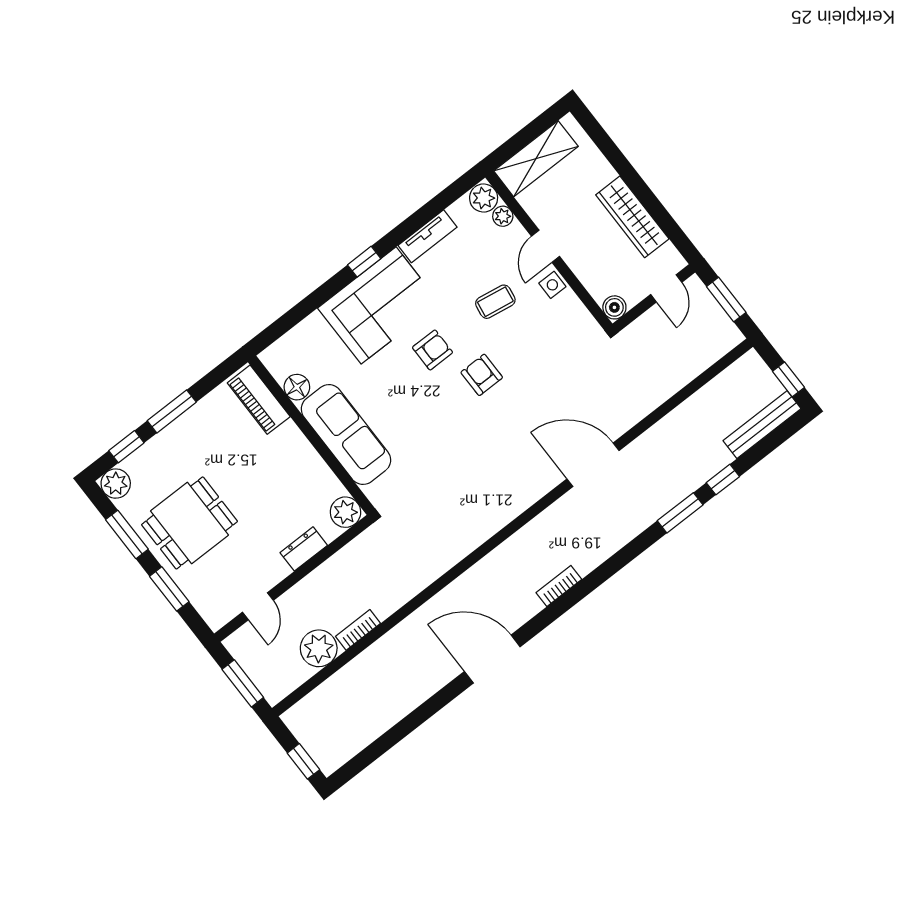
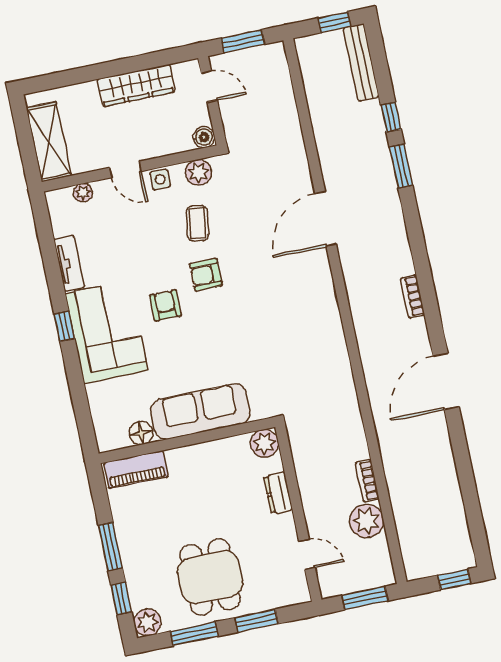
plant: (484, 198) -> (199, 172), moved
coffee table: (495, 302) -> (197, 223), moved

